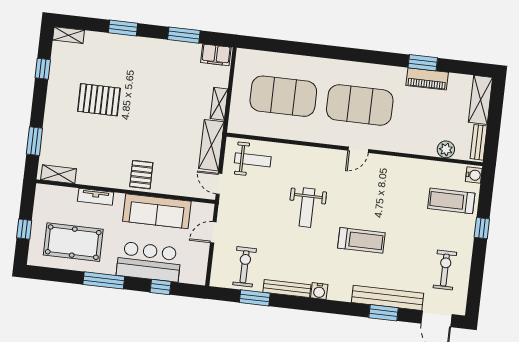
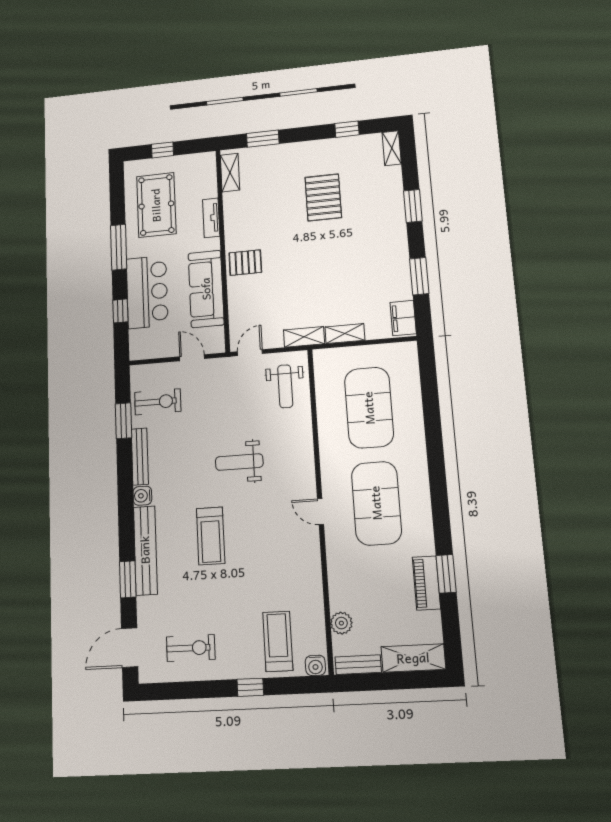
shelving: (211, 145) -> (304, 337), width x0.67, depth x0.75
bench: (388, 298) -> (145, 550), moved

